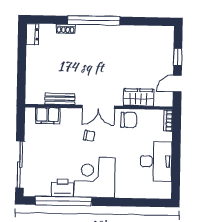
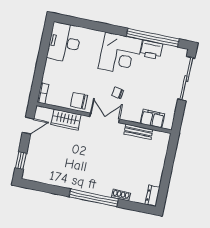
window: (178, 57) -> (21, 161), moved
desk: (156, 161) -> (64, 42), moved

